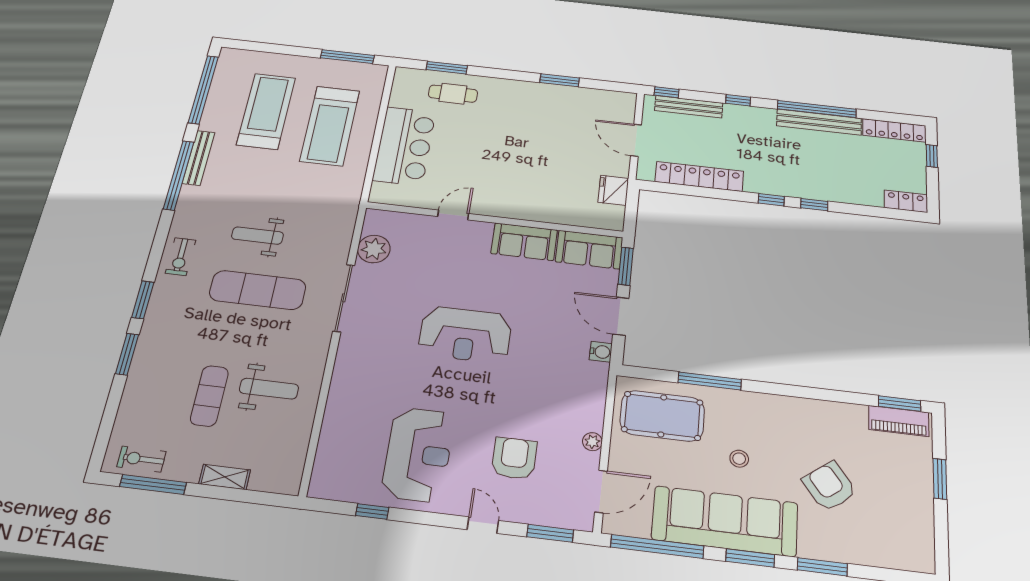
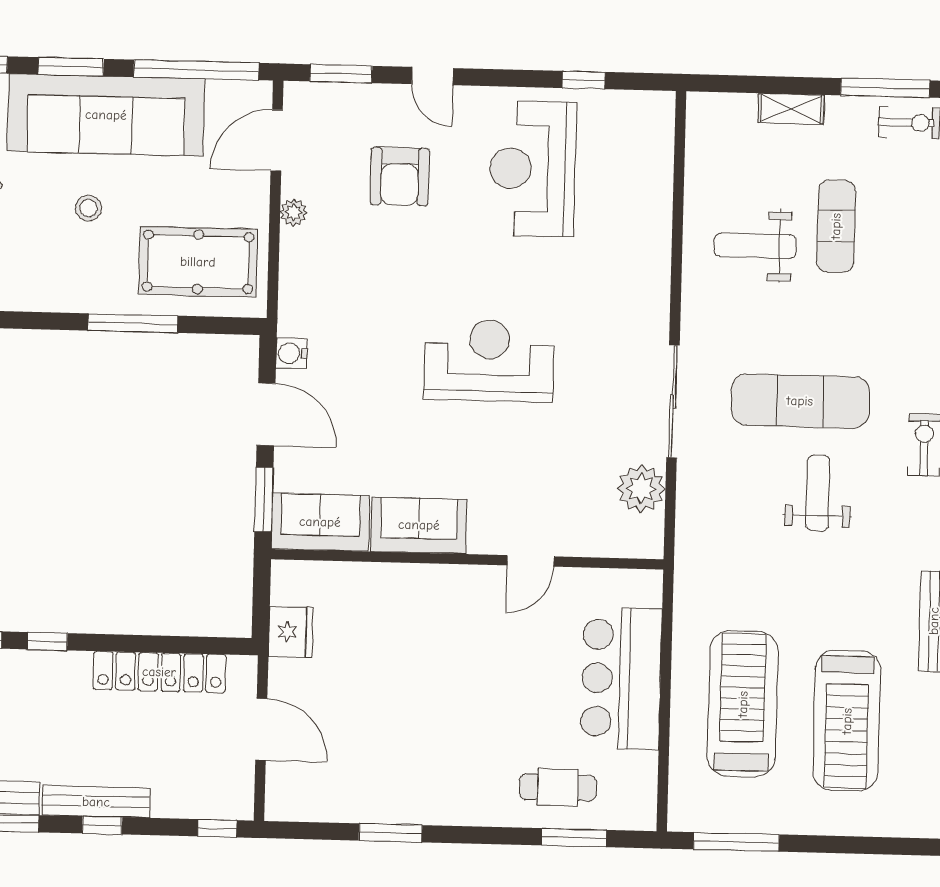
bench: (689, 107) -> (96, 802), moved
weight bench: (257, 236) -> (818, 493), turned -90

